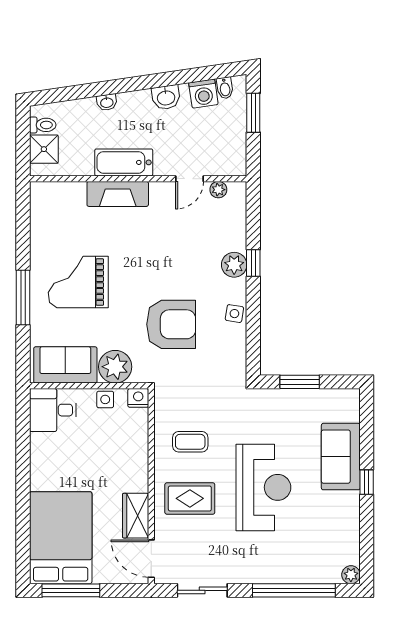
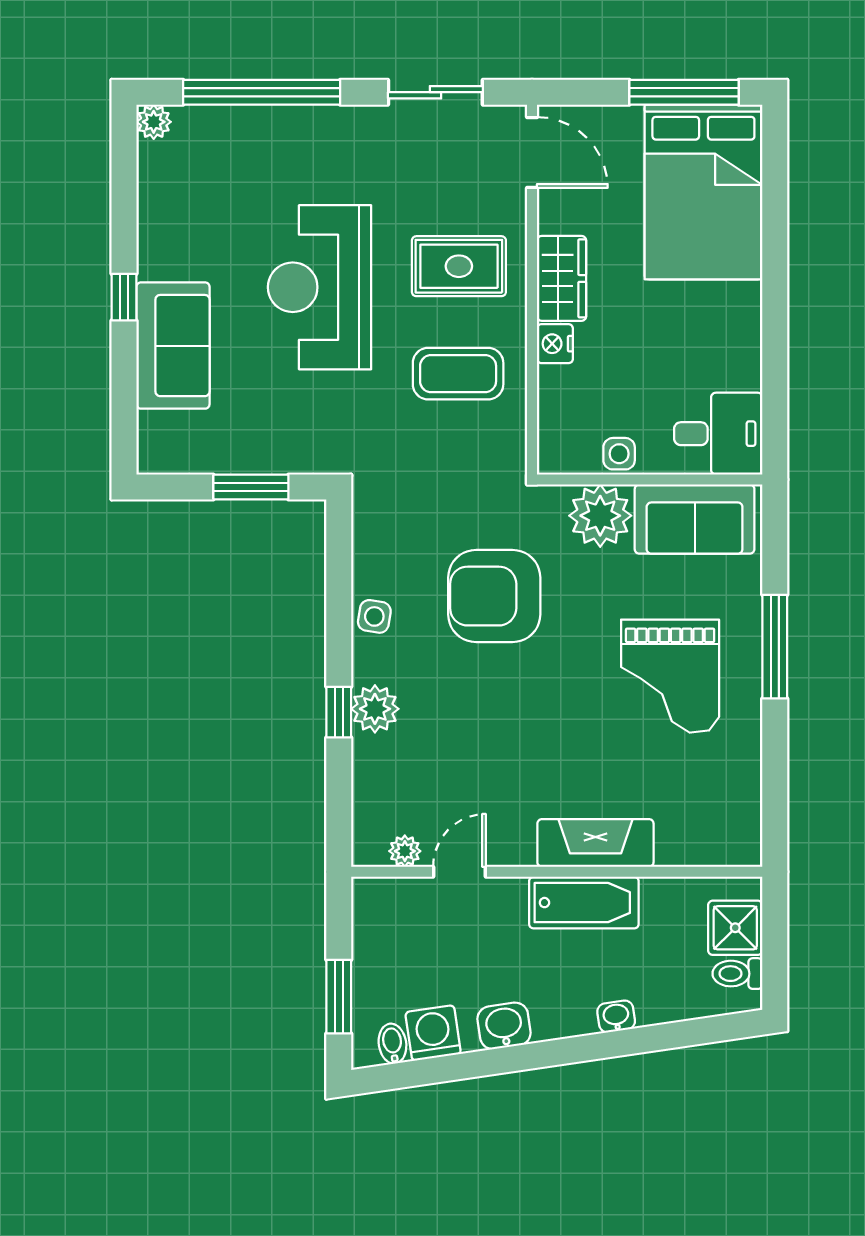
grand piano: (78, 282) -> (670, 676), turned 90
nightstand: (138, 398) -> (555, 344), moved, turned 90
coffee table: (190, 442) -> (458, 374), width x1.36, depth x1.30
wardrobe: (136, 516) -> (562, 278), moved

